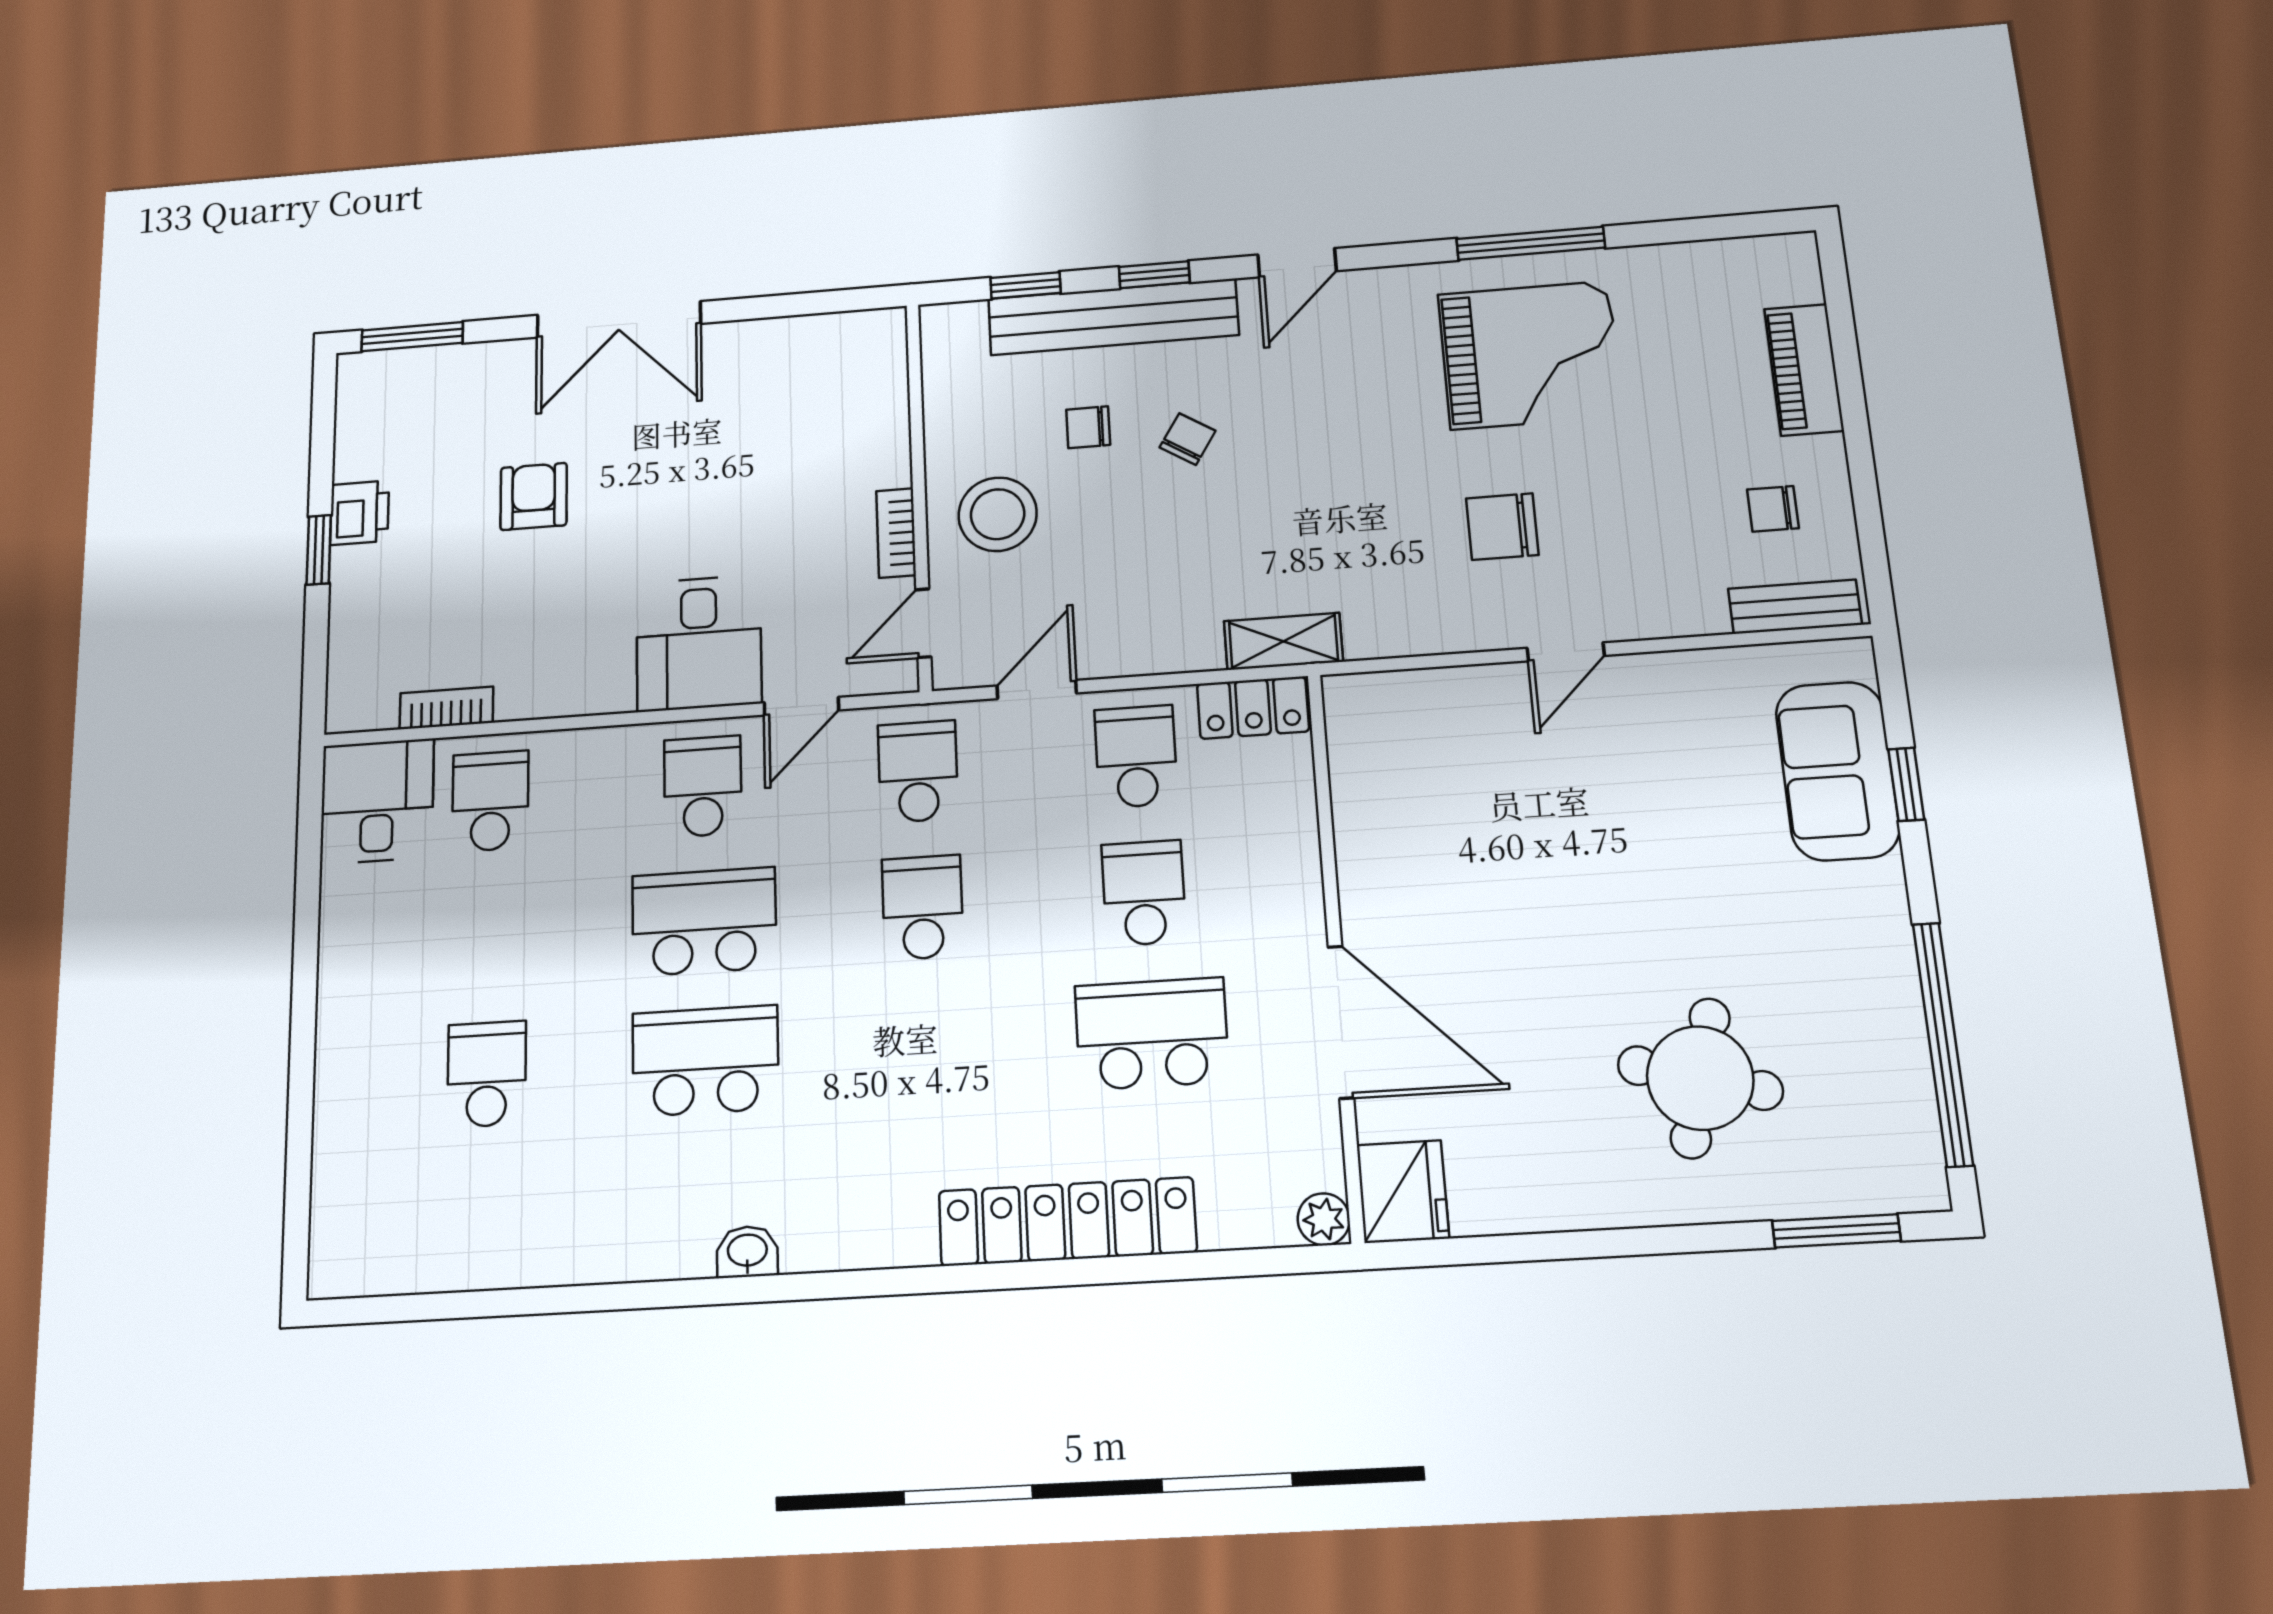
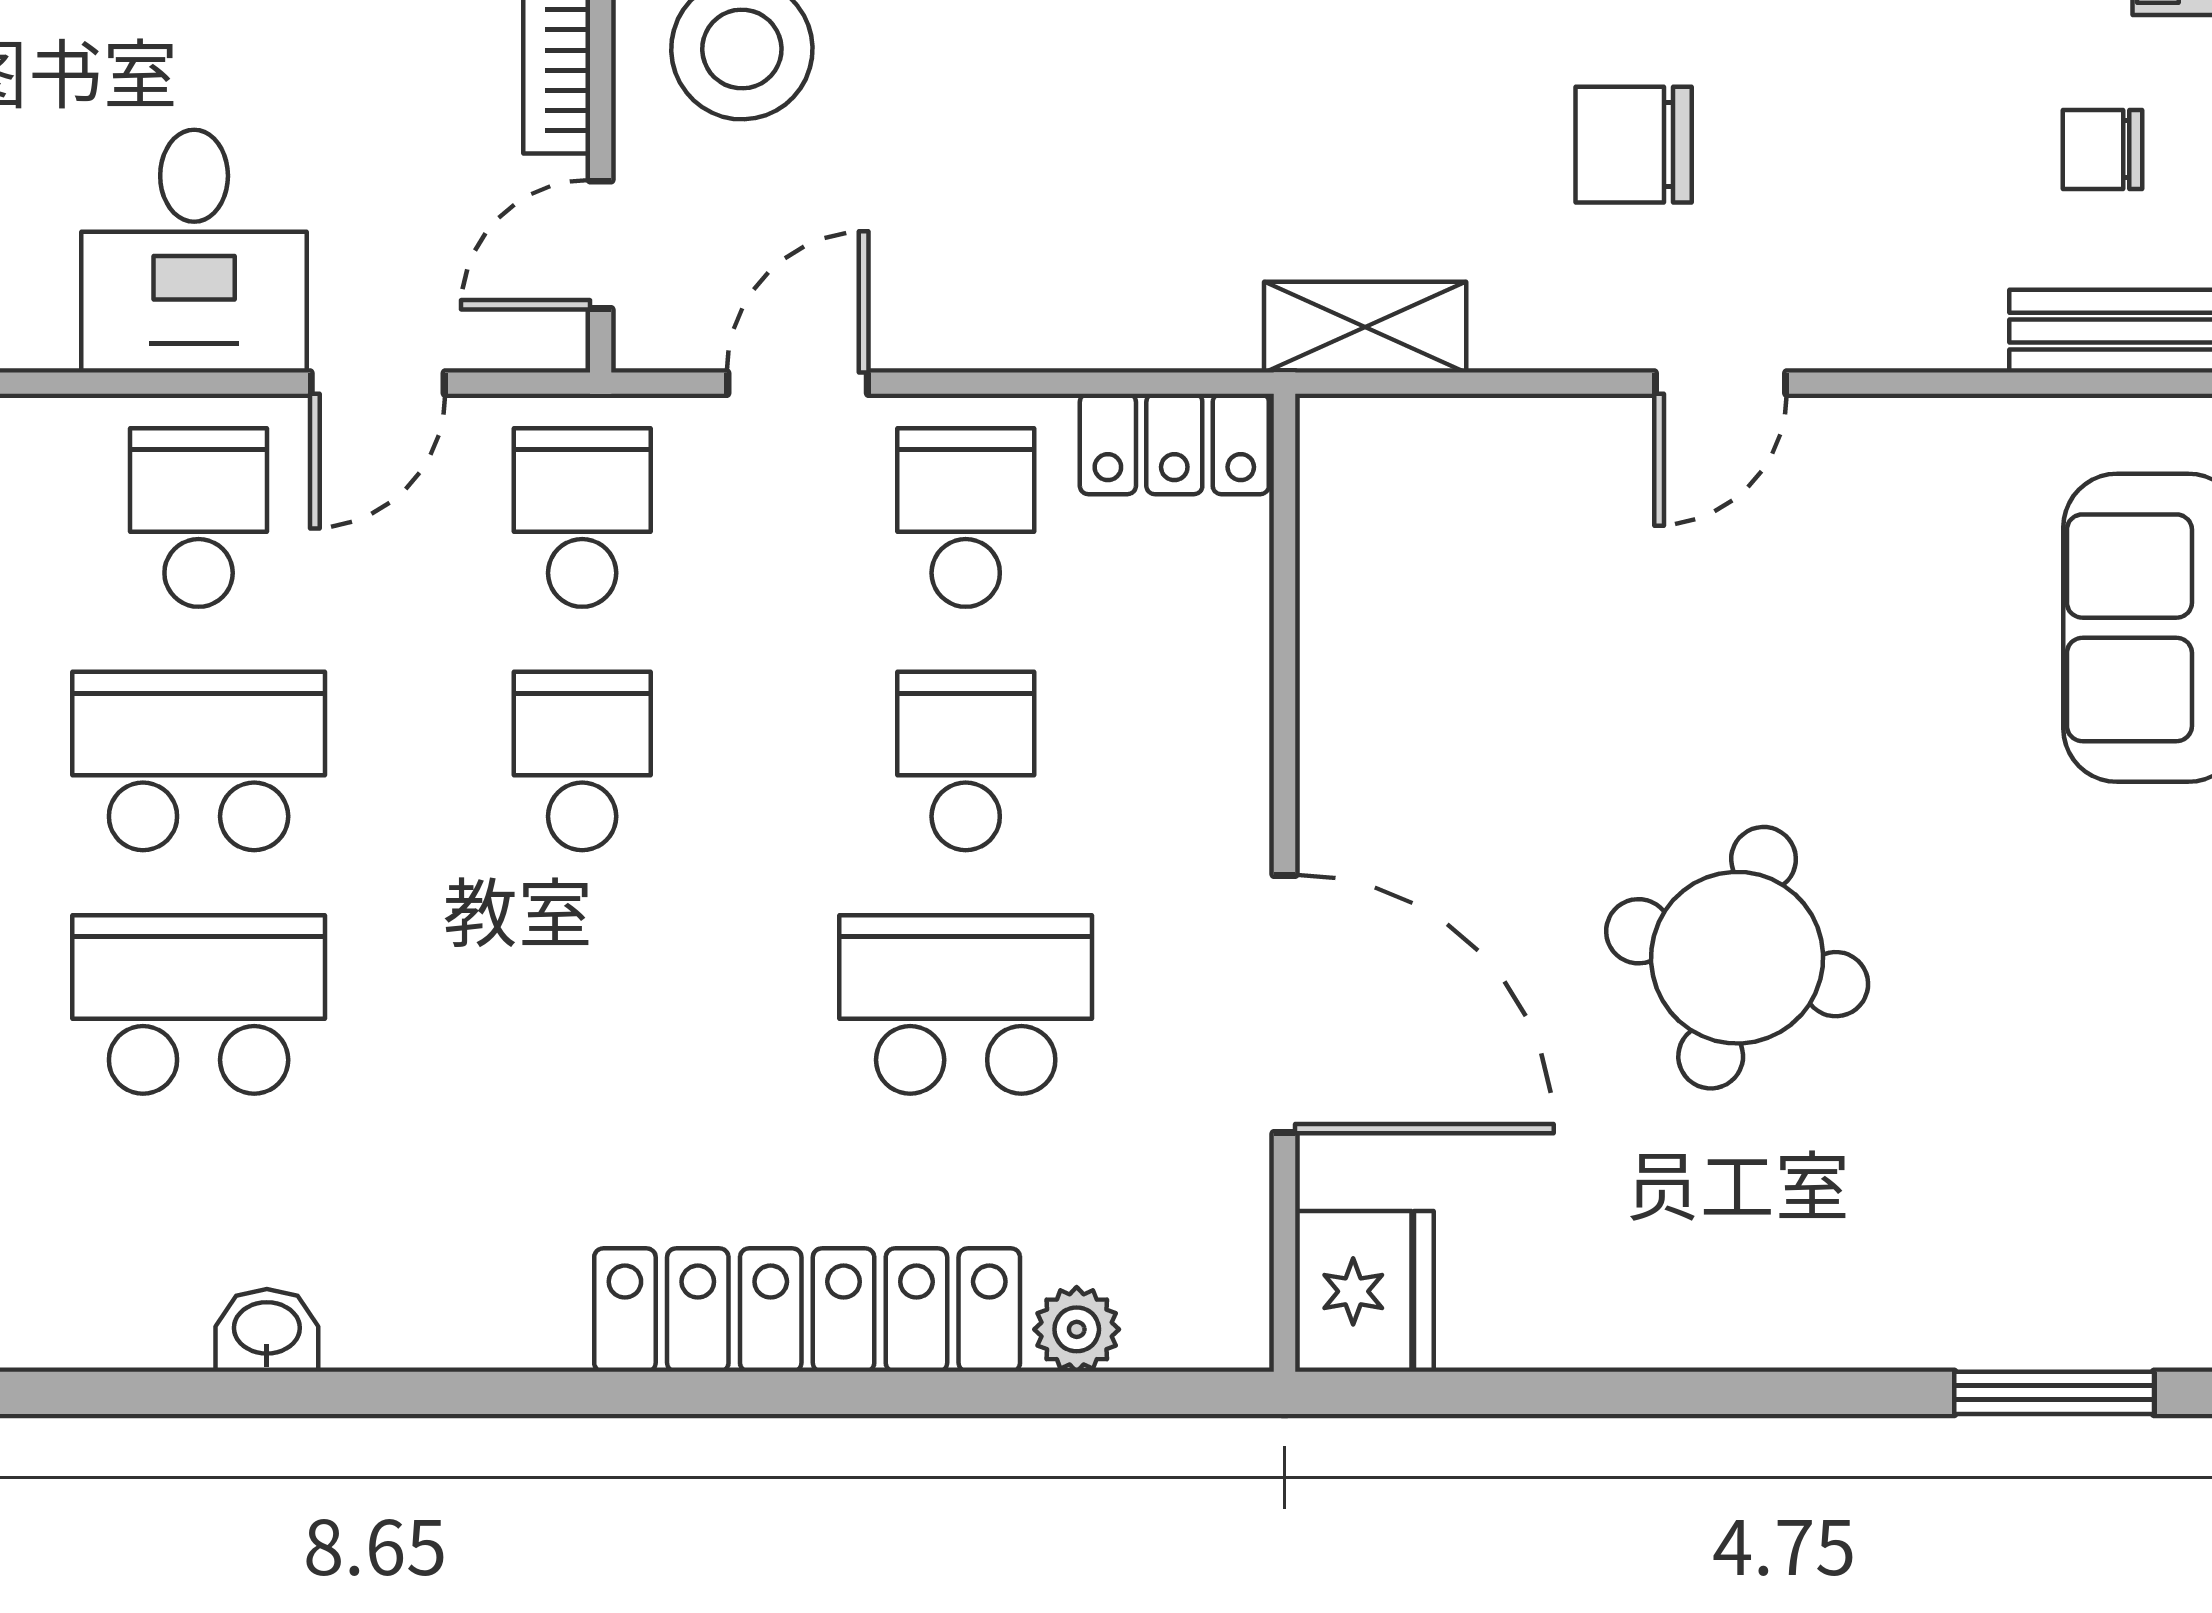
shelving: (1283, 641) -> (1365, 327), moved
round table: (1700, 1078) -> (1737, 958), moved
plant: (1324, 1219) -> (1077, 1329), moved

